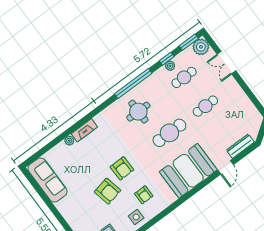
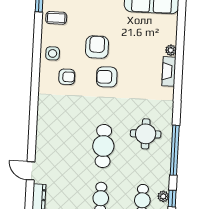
booth: (188, 171) -> (55, 135), removed
armchair: (108, 191) -> (97, 47), turned 102
armchair: (144, 195) -> (67, 77), turned 180

